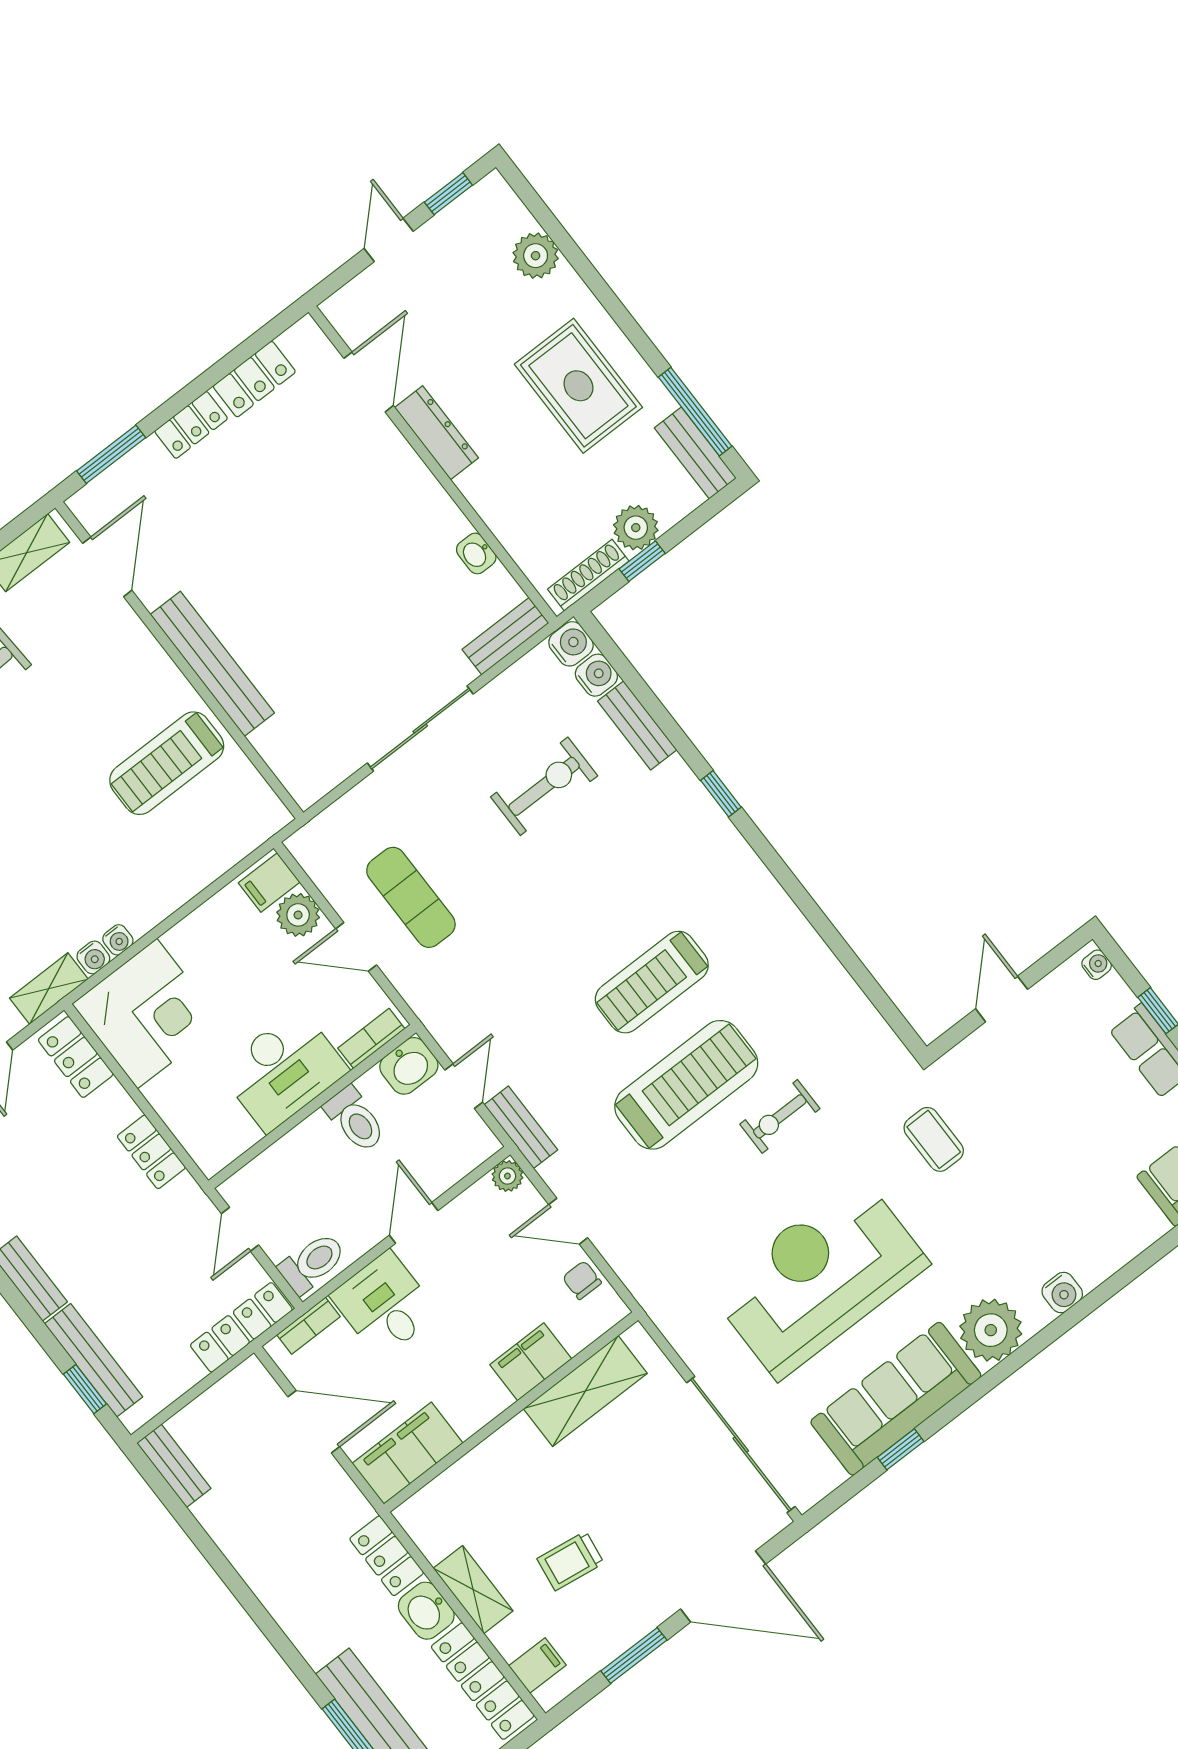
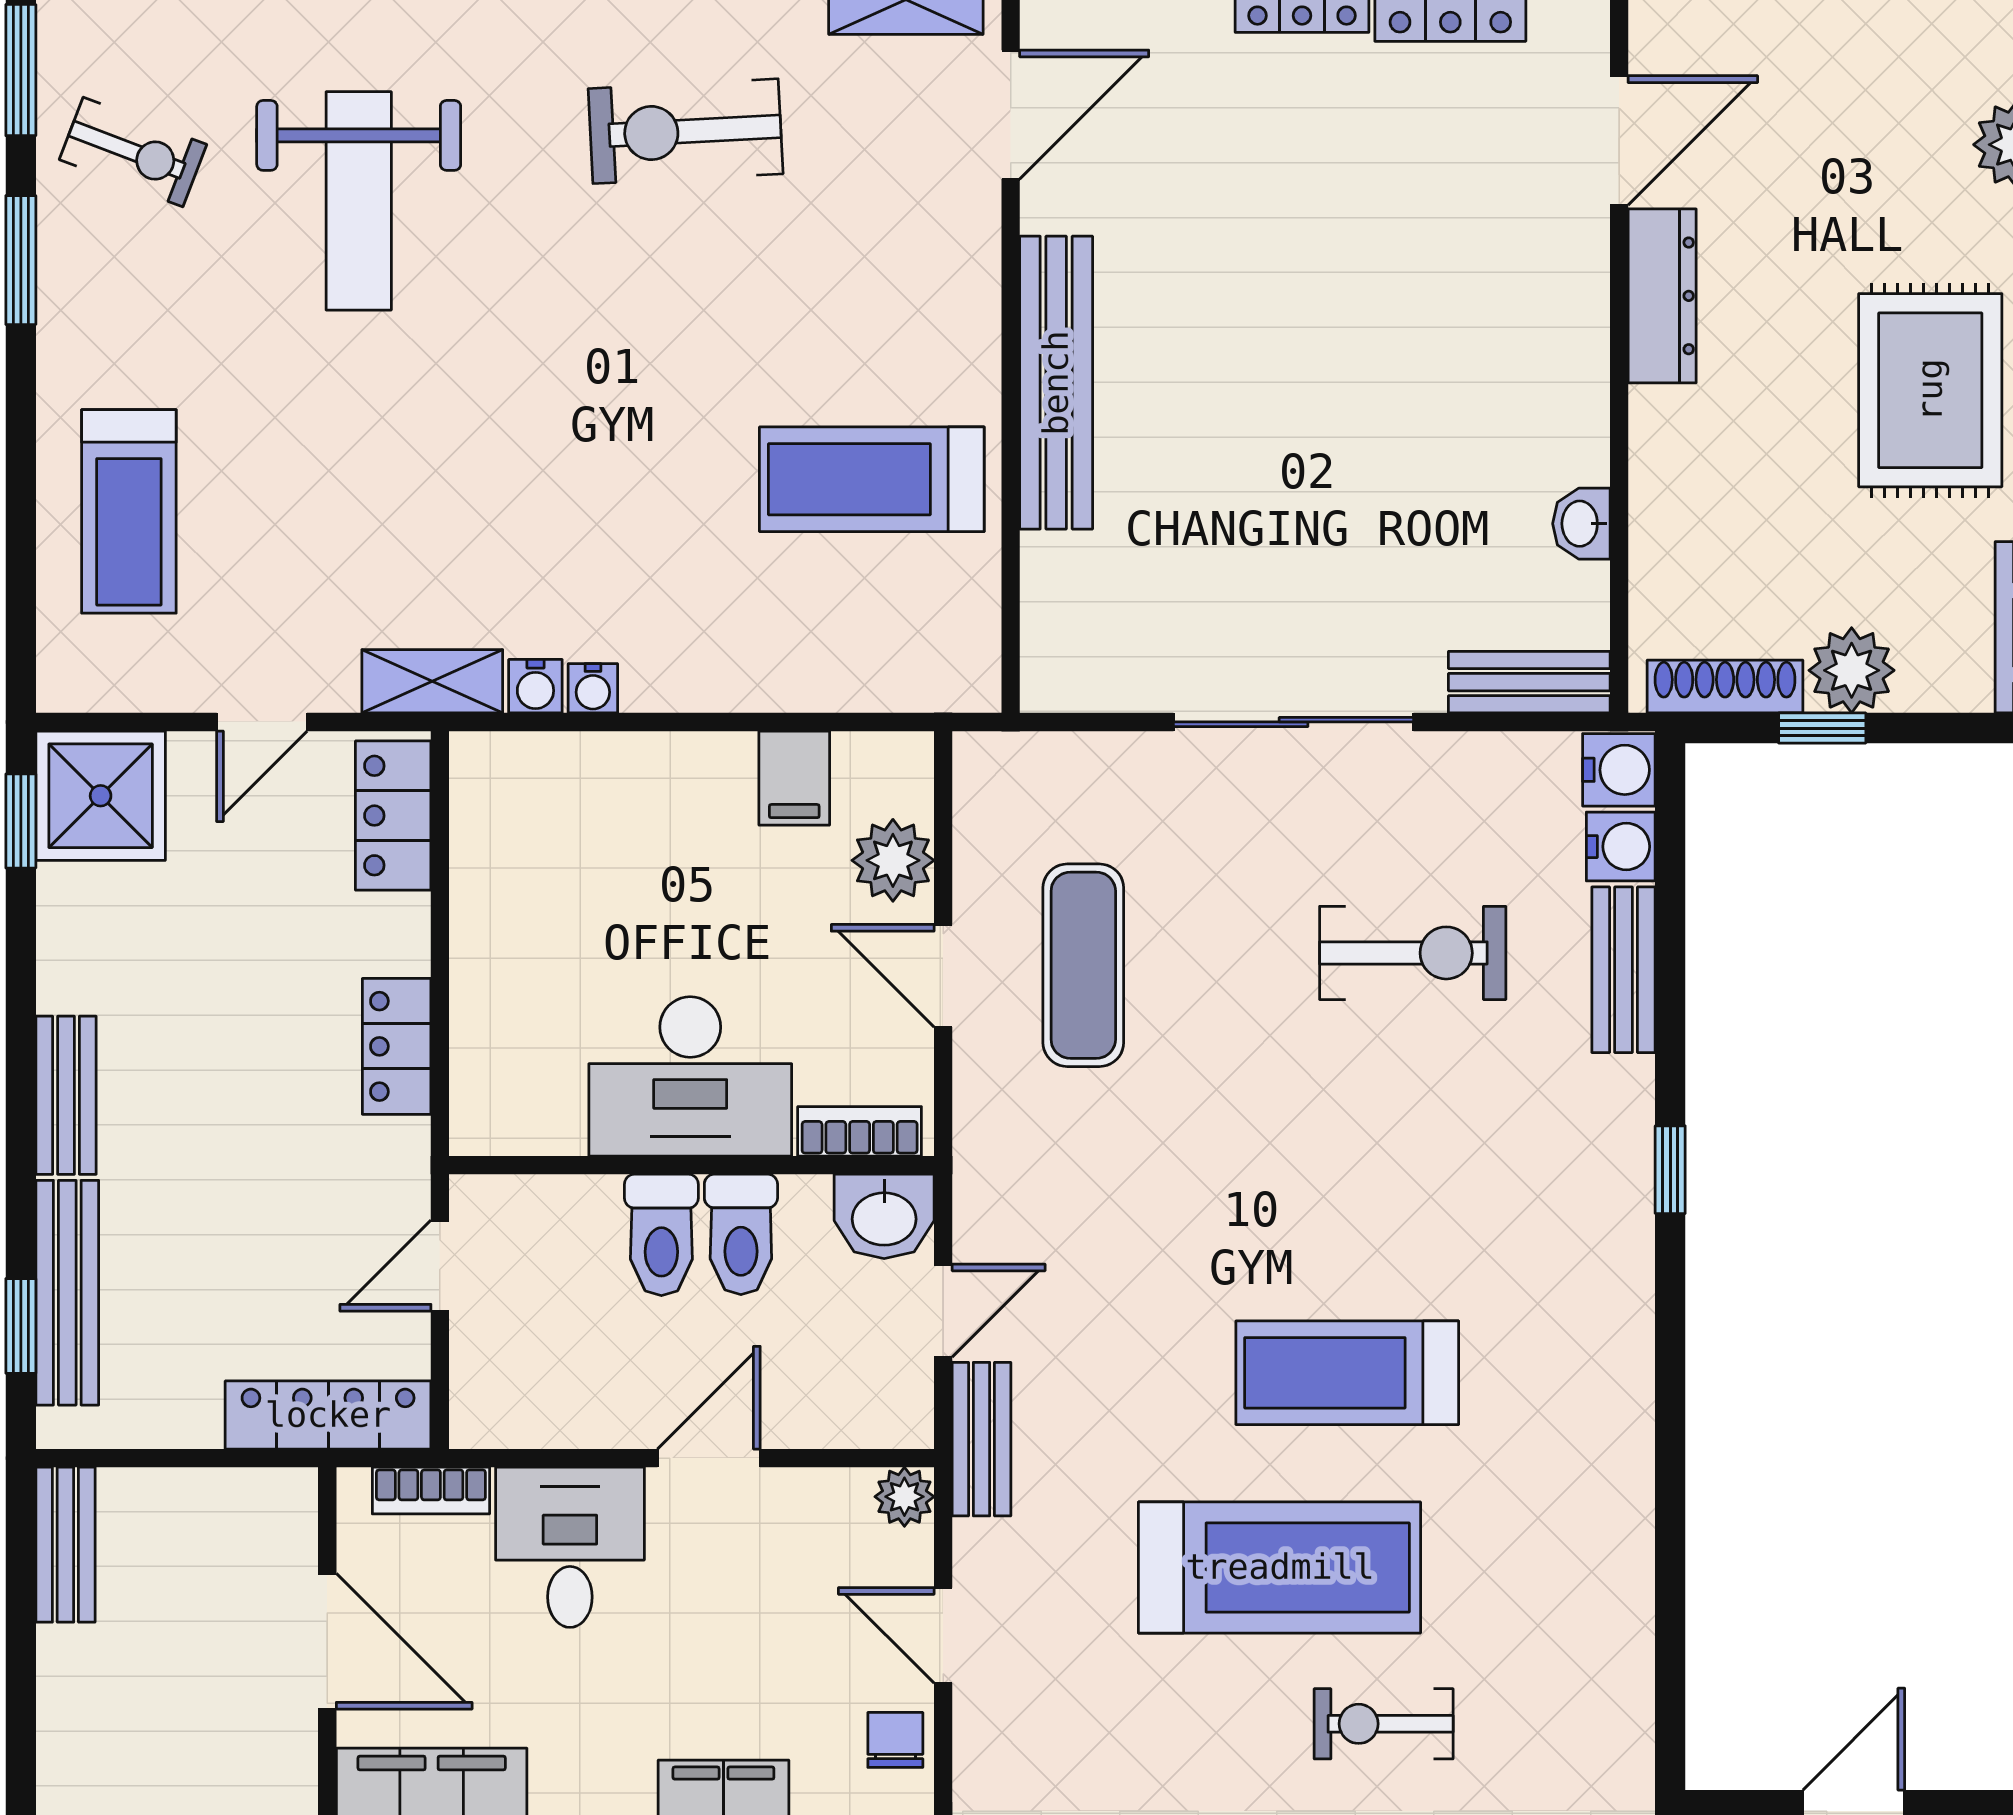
filing cabinet: (269, 883) -> (794, 778), moved, turned -90
corner desk: (147, 1014) -> (551, 833), removed
toilet: (312, 1263) -> (661, 1235), moved, turned 90

